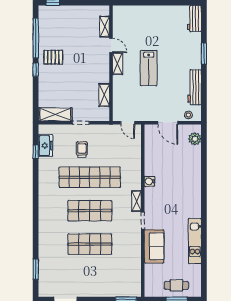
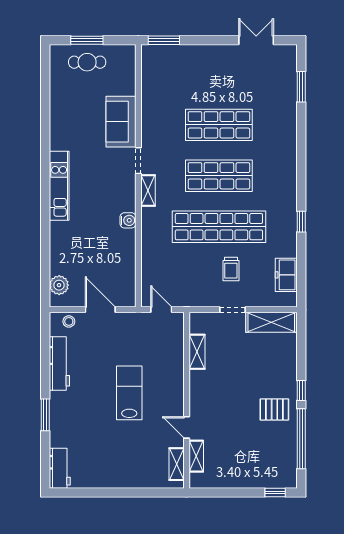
shelving: (118, 64) -> (177, 464), moved
window: (36, 152) -> (301, 222), moved
kitchen unit: (195, 241) -> (59, 186), moved

